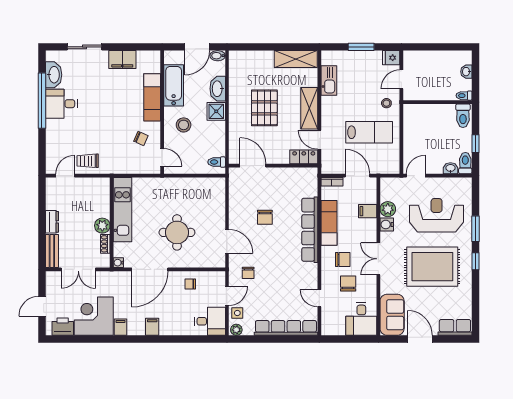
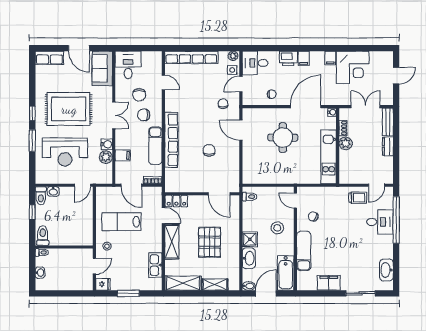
shelving: (258, 57) -> (215, 285), added
bathtub: (174, 85) -> (286, 273), moved
window: (42, 101) -> (396, 220), moved
desk: (61, 104) -> (380, 222), moved
printer: (63, 327) -> (288, 58), moved

